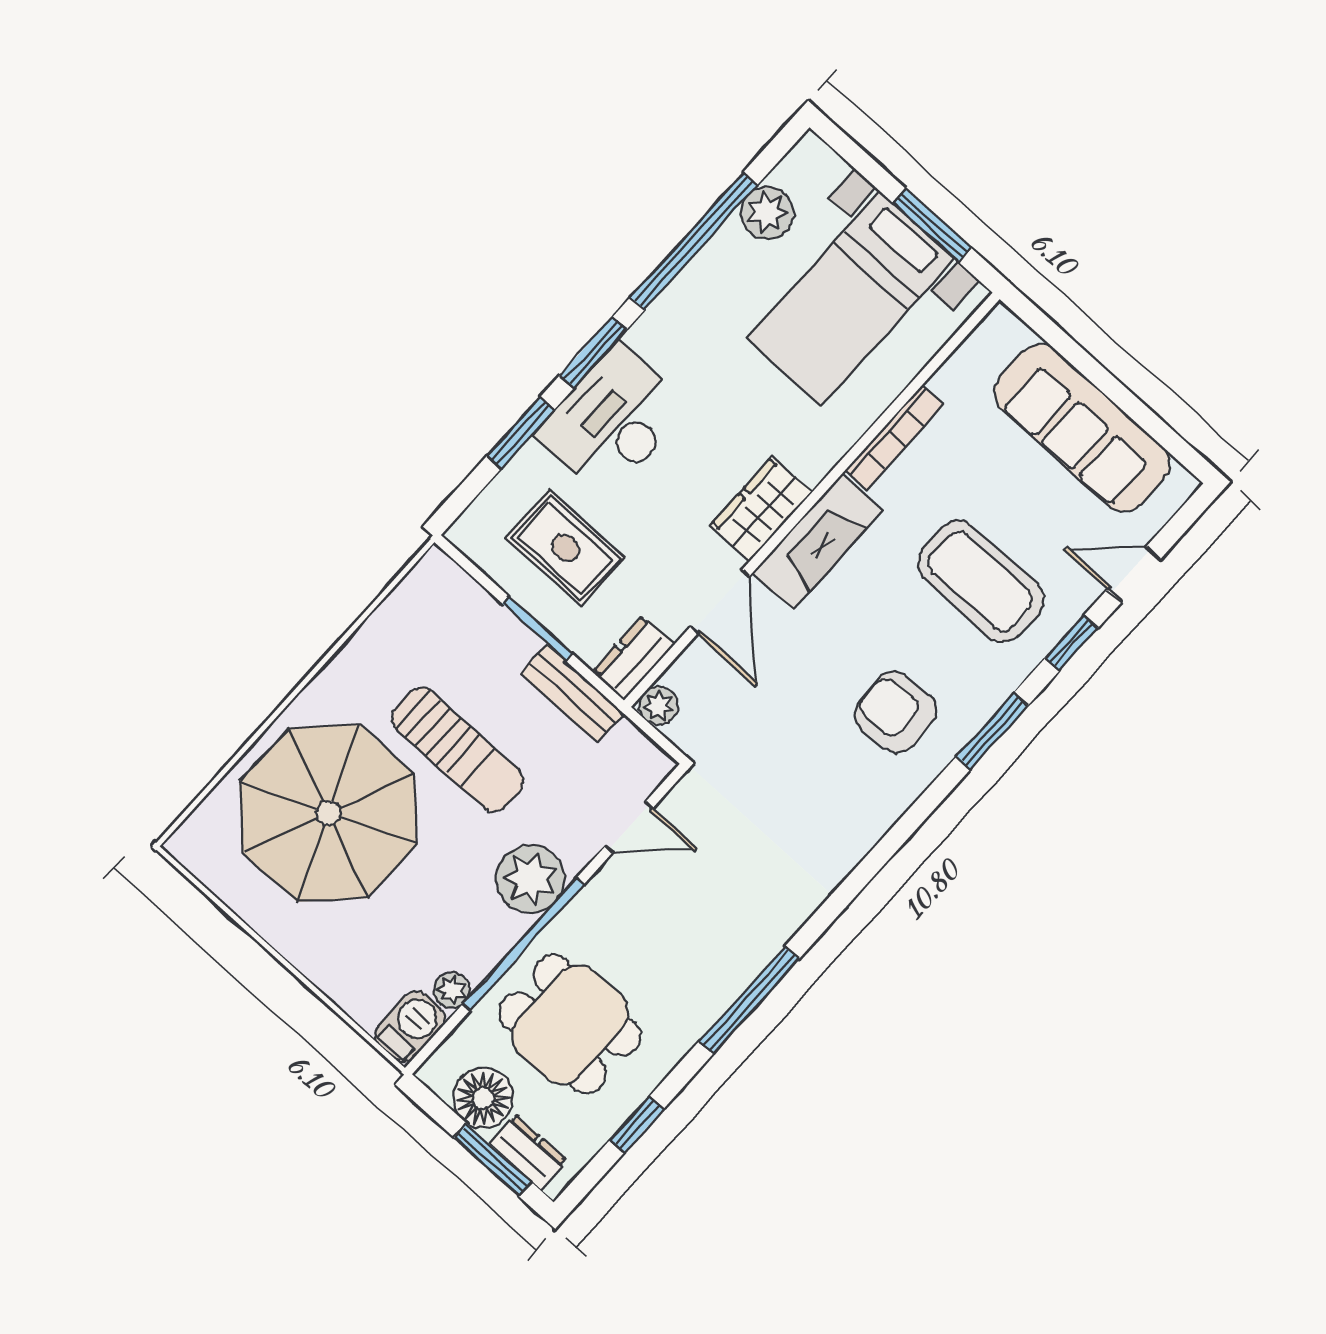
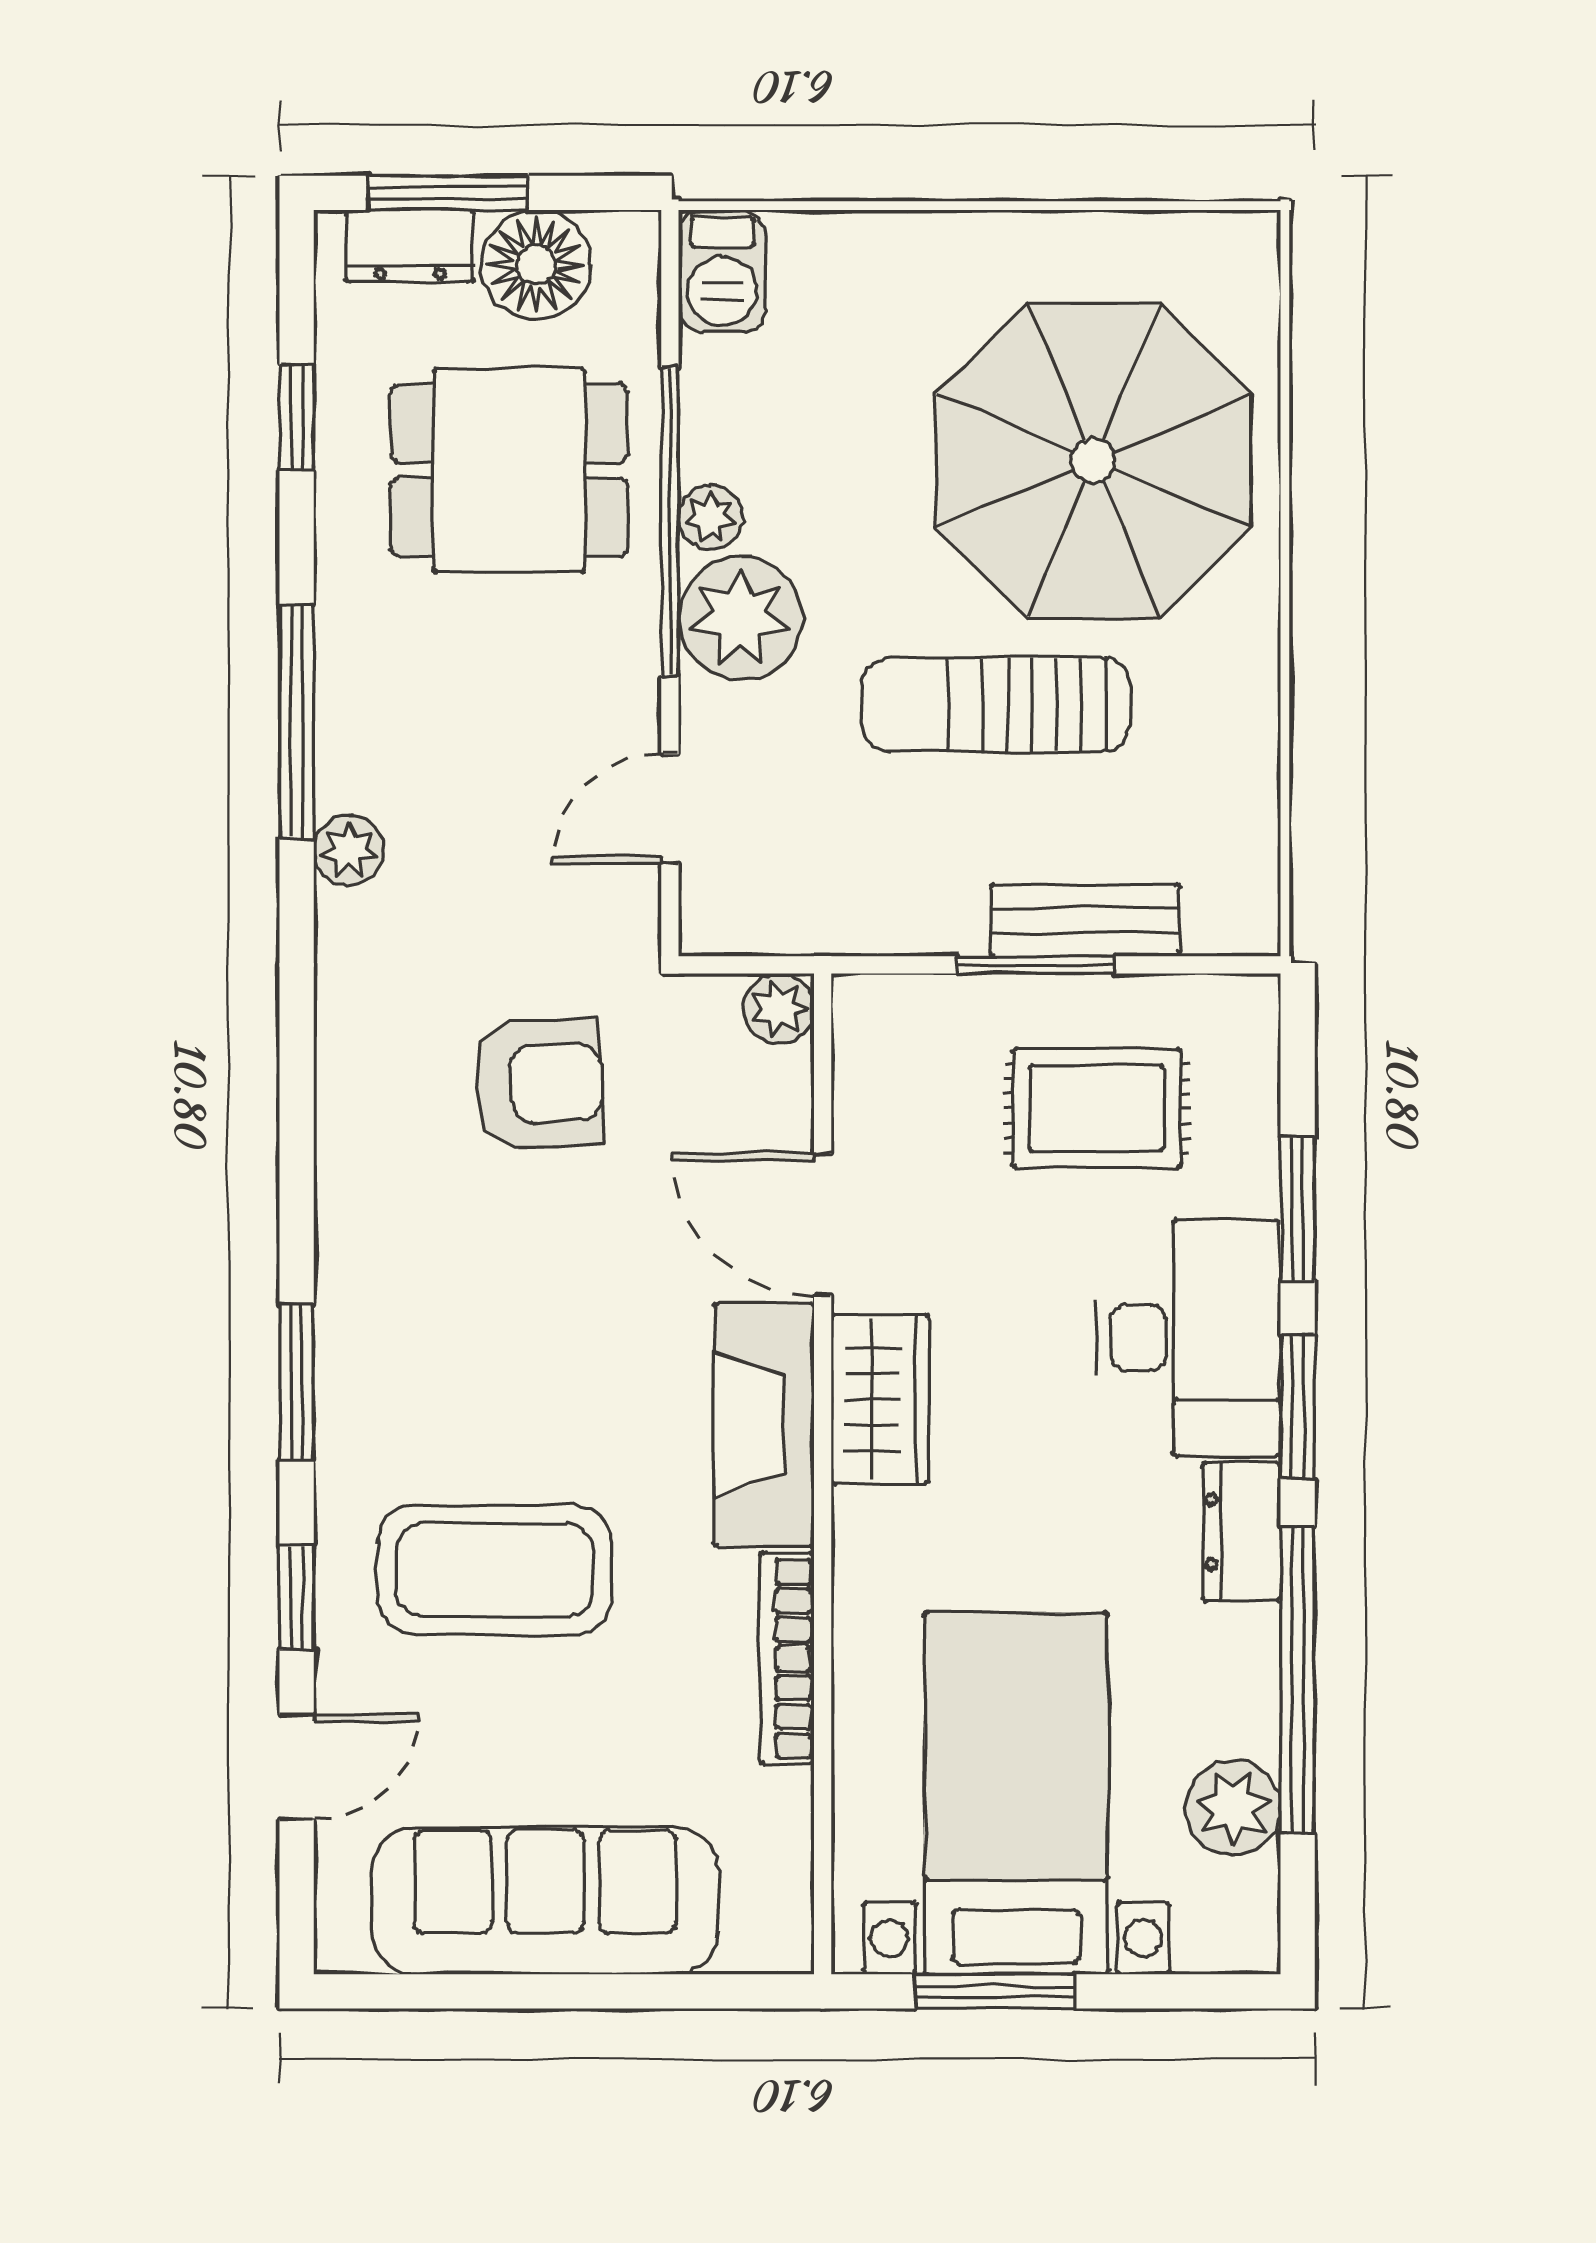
dresser: (634, 658) -> (1242, 1532), moved, turned 180
bench: (573, 693) -> (1085, 920), moved
armchair: (896, 712) -> (538, 1084), moved
plant: (775, 928) -> (349, 850), added
plant: (452, 990) -> (711, 517), moved

